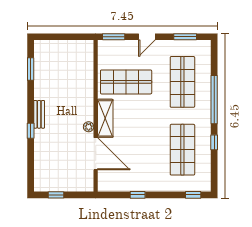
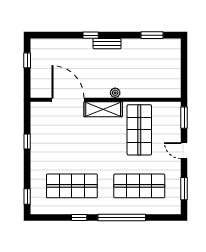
plant: (89, 127) -> (115, 93), moved
door: (96, 154) -> (68, 100), swing flipped

